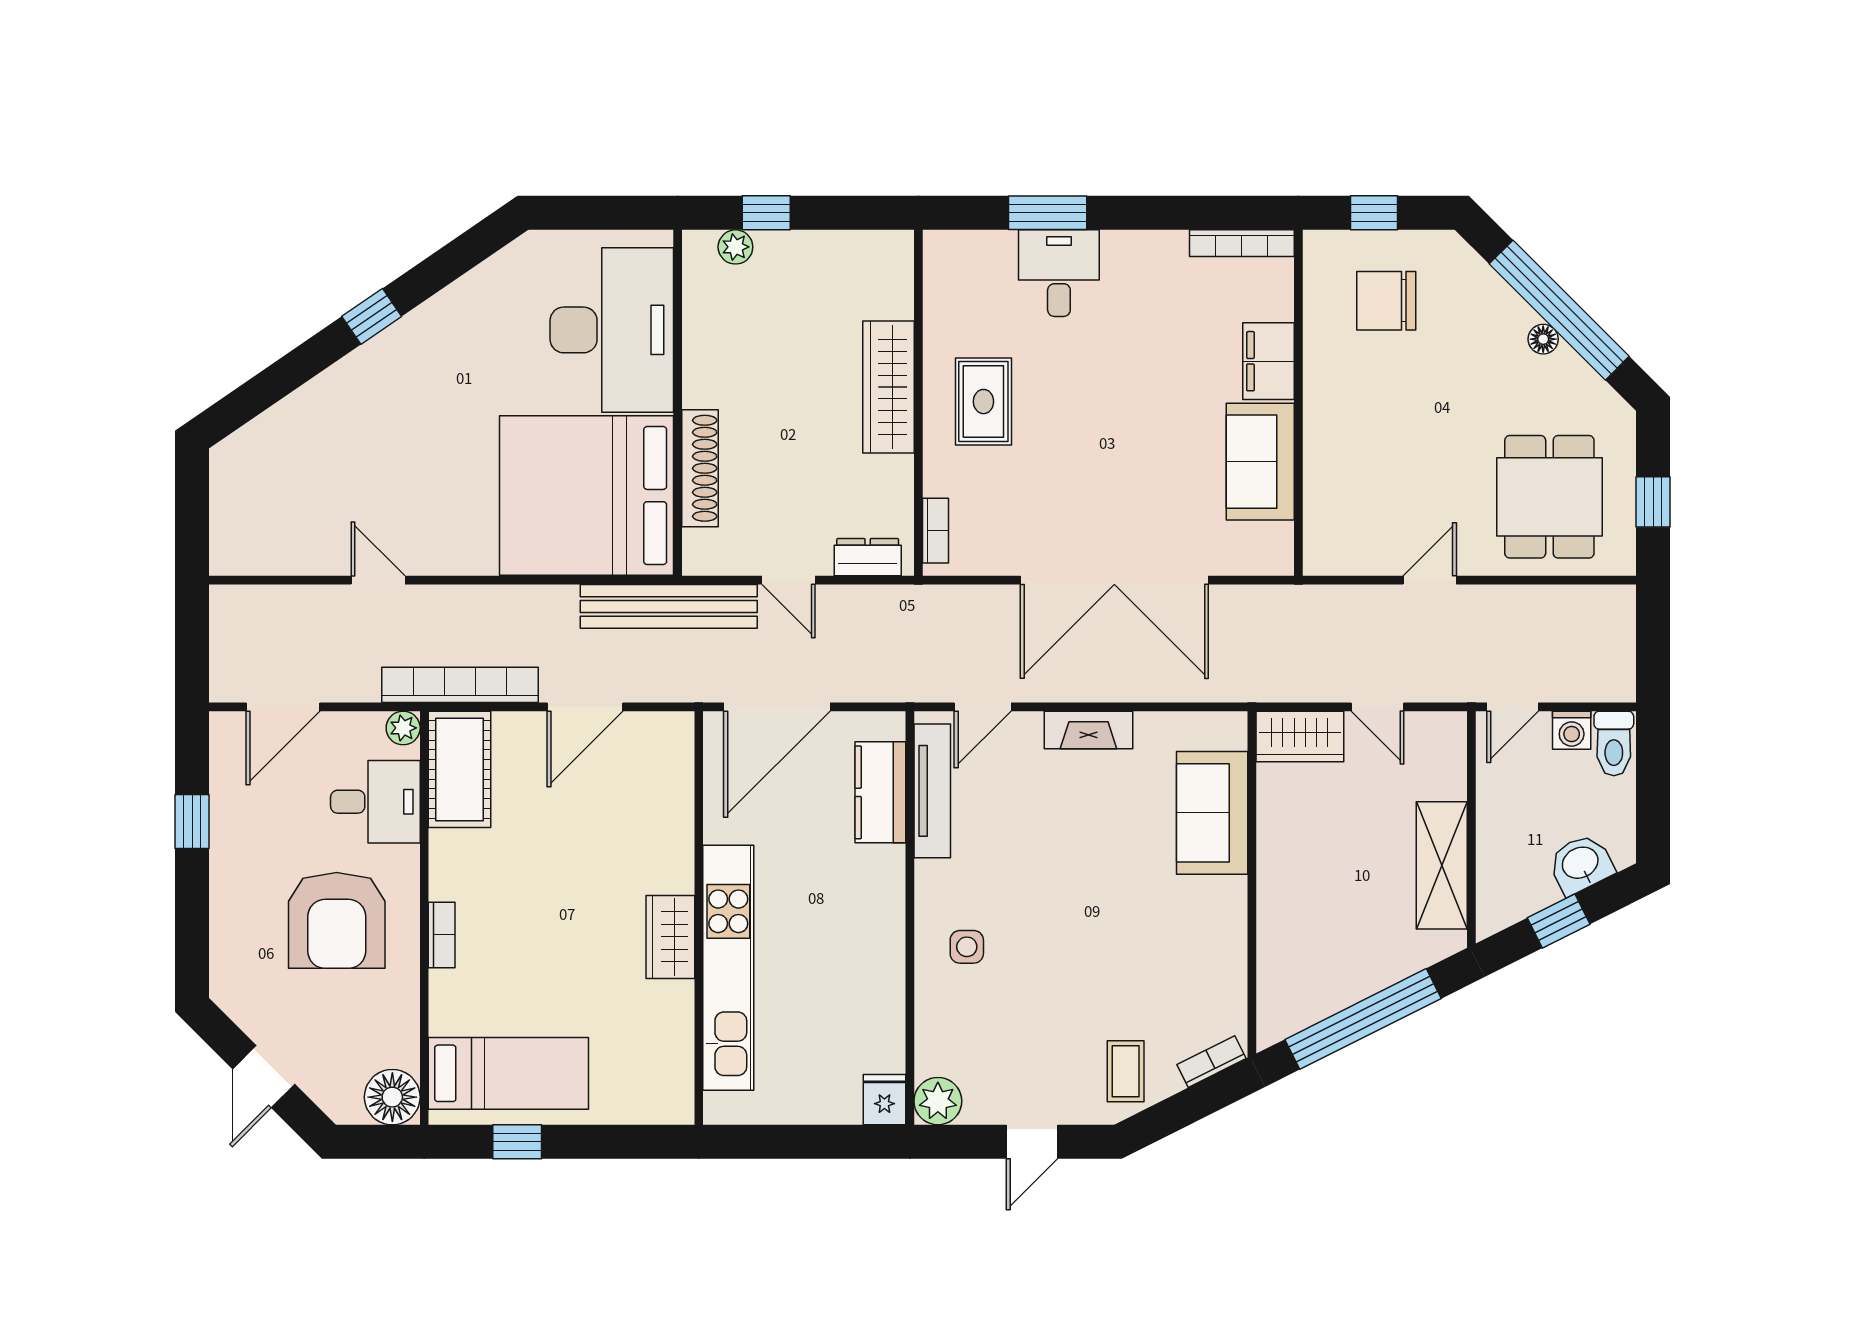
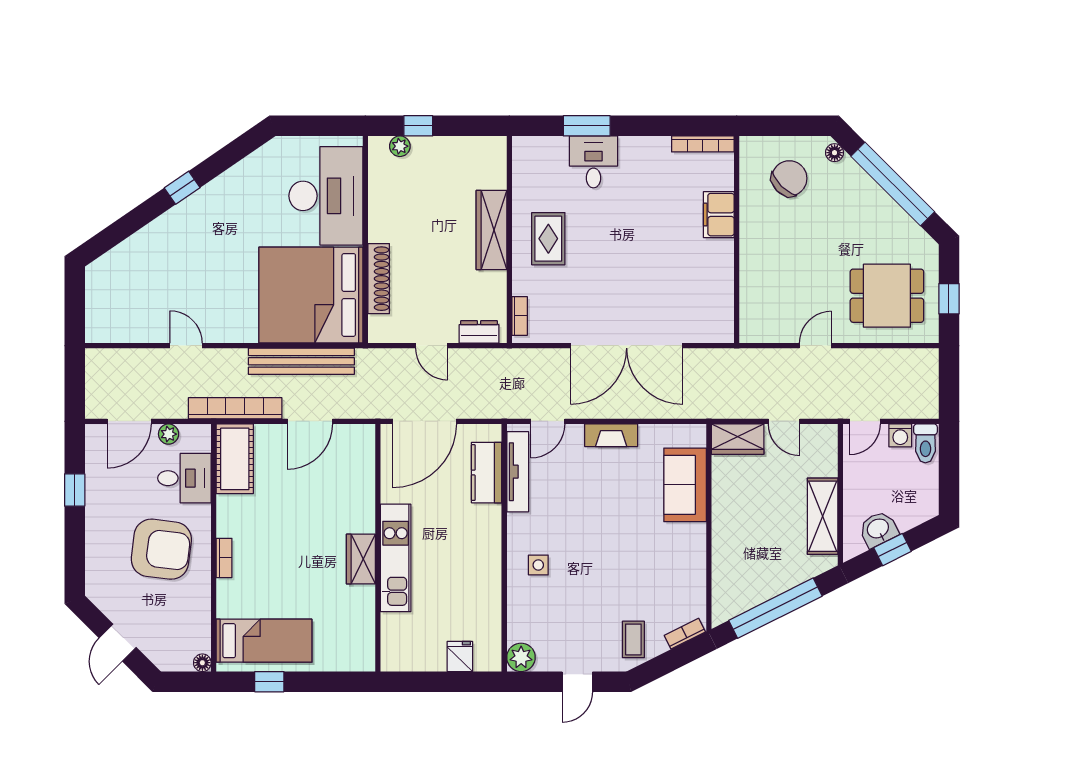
window: (1374, 213) -> (782, 126), removed
chair: (1386, 301) -> (789, 178), turned 135
floor lamp: (1543, 339) -> (835, 153), moved
sofa: (1260, 462) -> (714, 275), removed
dining table: (1549, 497) -> (887, 296), turned 90
bench: (669, 606) -> (301, 361), moved
plant: (403, 728) -> (169, 434), moved
washbasin: (1581, 864) -> (878, 529), moved
armchair: (337, 920) -> (161, 549), turned -83
kitchen unit: (728, 968) -> (396, 558), width x0.73
floor lamp: (392, 1097) -> (202, 663), width x0.53, depth x0.53
fridge: (884, 1100) -> (460, 656), moved

